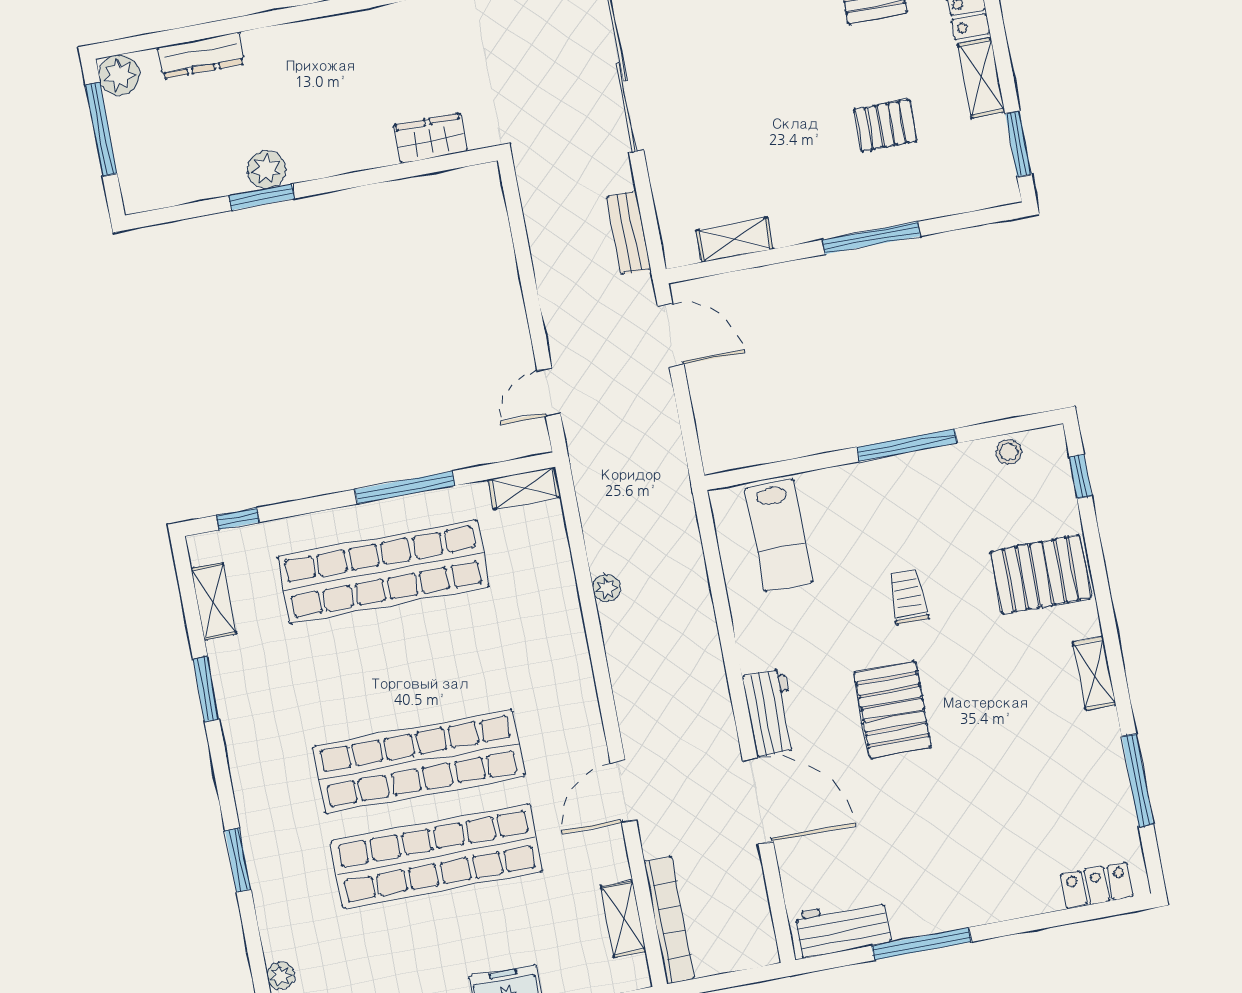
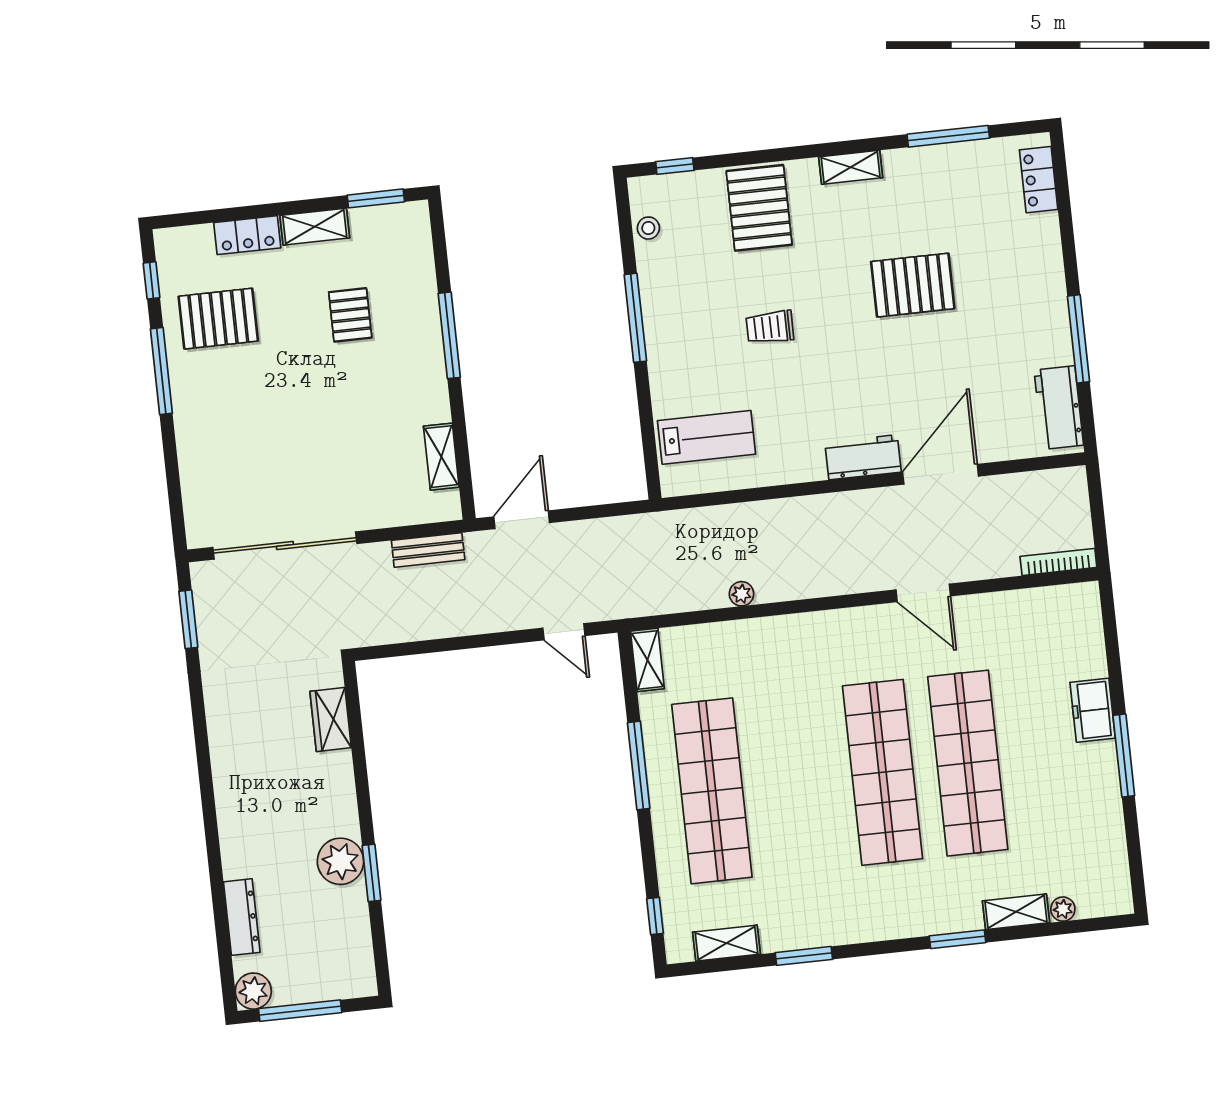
plant: (267, 170) -> (340, 861), width x1.36, depth x1.36
pallet: (893, 710) -> (913, 285), moved
shelving: (623, 919) -> (1016, 912), moved
bookcase: (669, 920) -> (1058, 562), width x0.68, depth x0.76

